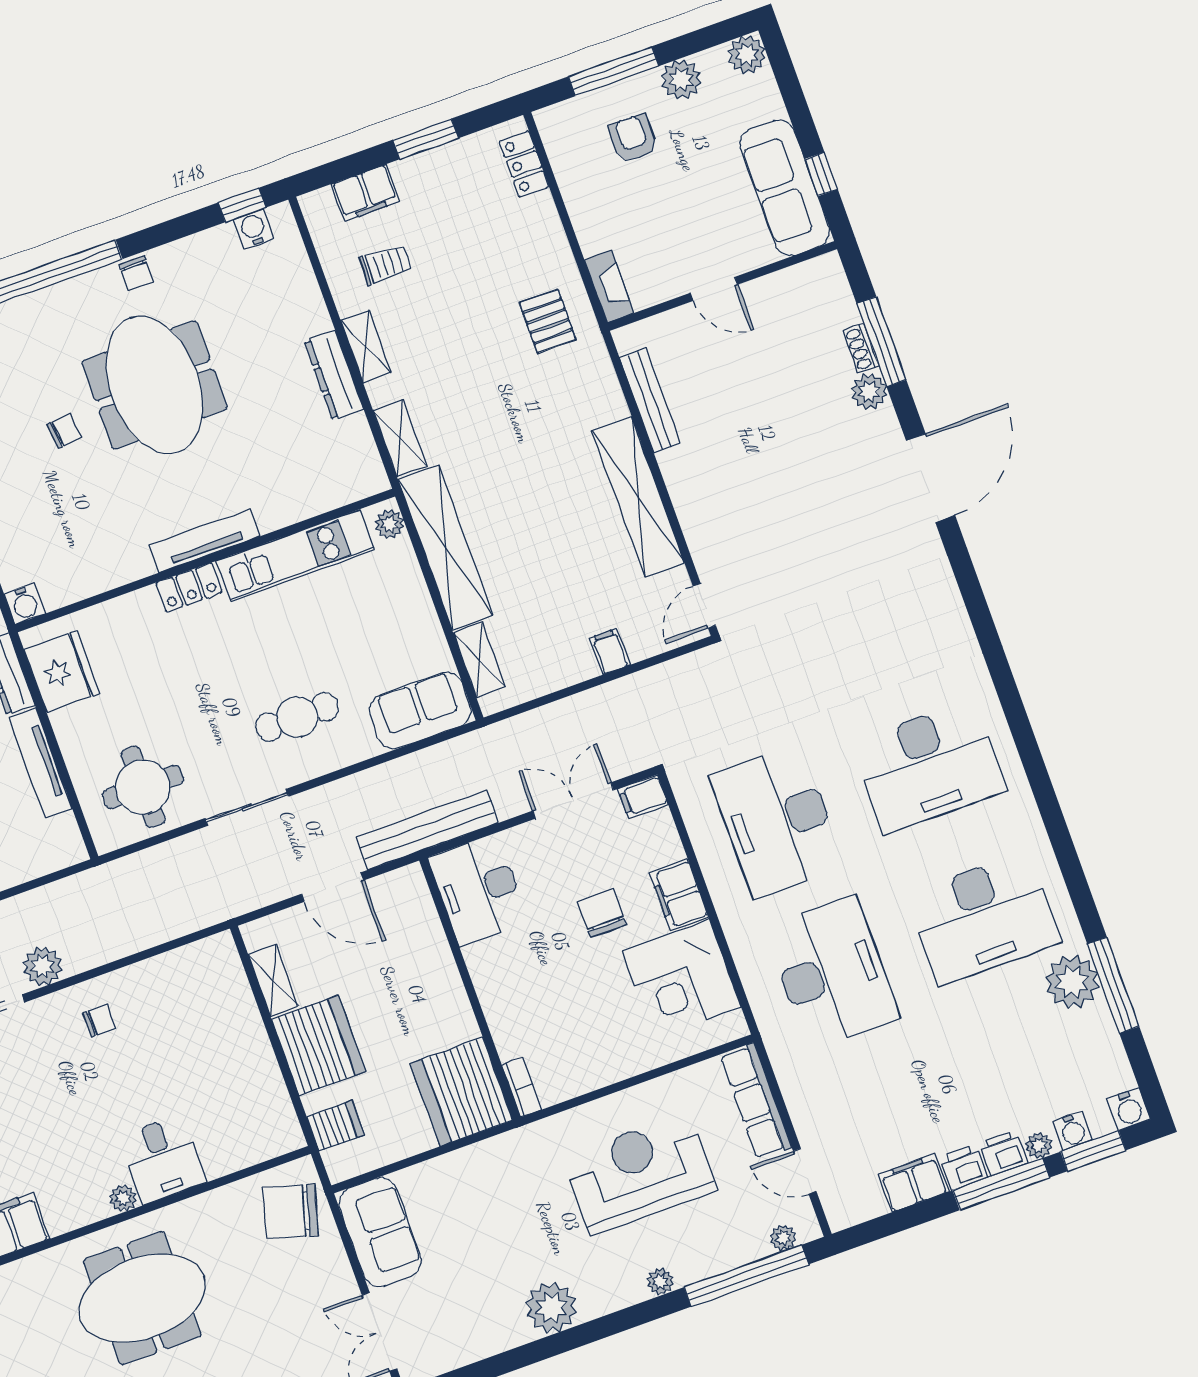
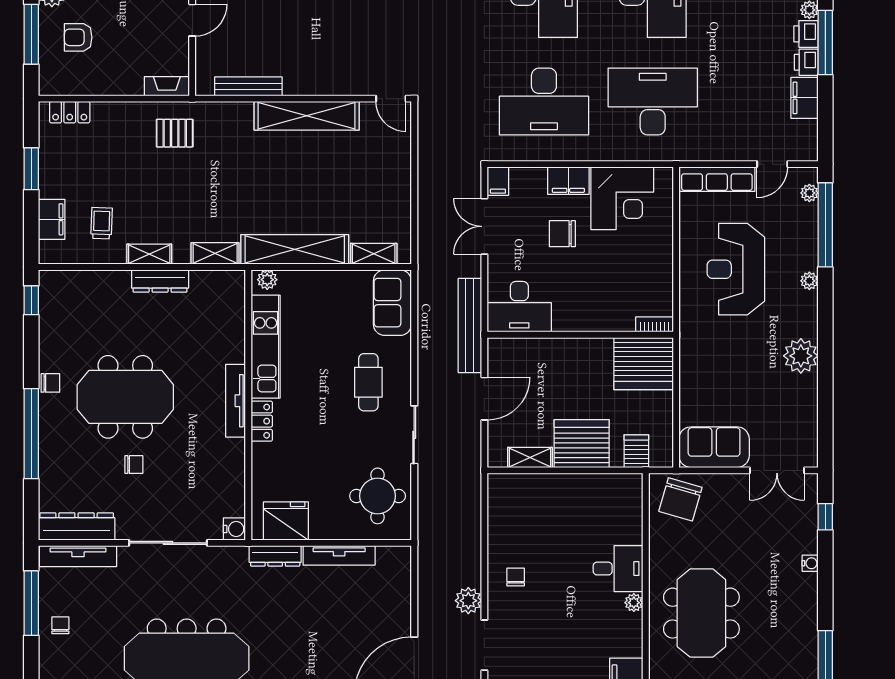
water cooler: (254, 229) -> (49, 298), removed
chair: (64, 431) -> (134, 465), turned 97
filing cabinet: (610, 651) -> (398, 169), removed

